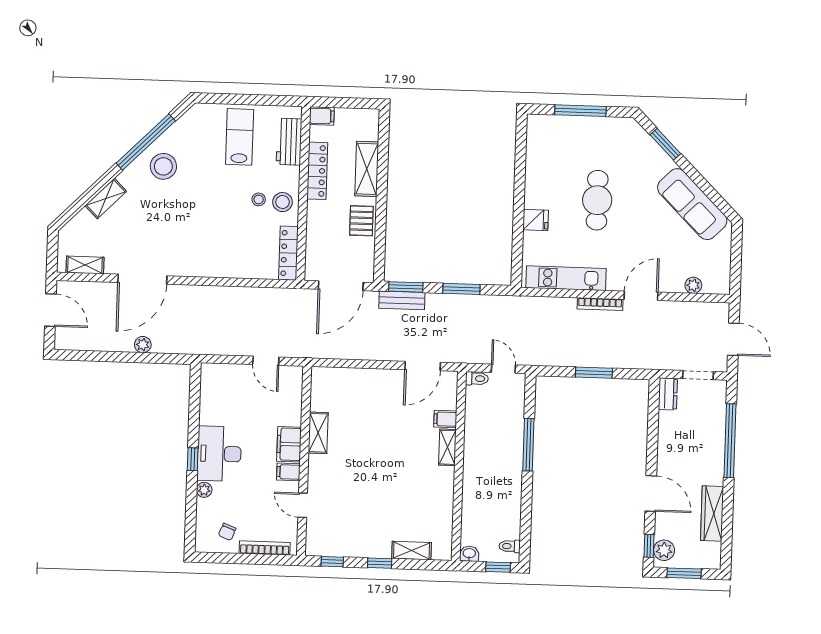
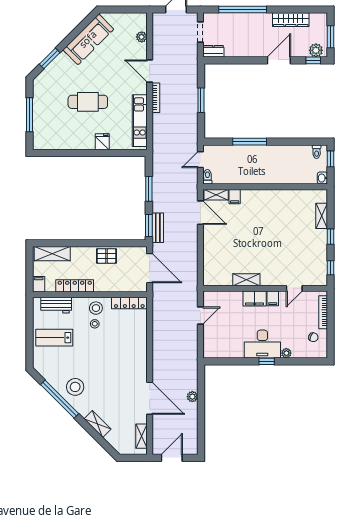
shelving: (367, 169) -> (52, 254), moved
shelving: (447, 447) -> (216, 195), moved

